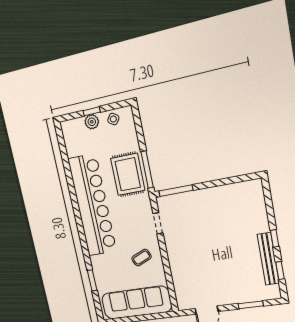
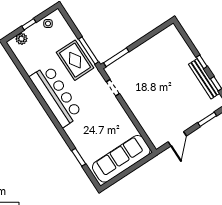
plant: (92, 122) -> (21, 39), moved
bar counter: (92, 205) -> (56, 96), width x0.73
coffee table: (142, 258) -> (111, 120), removed

